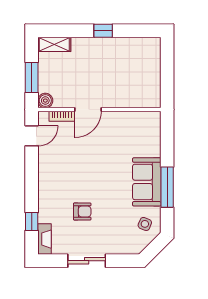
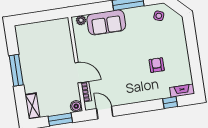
window: (103, 31) -> (16, 70), width x2.17
plant: (154, 123) -> (81, 20), added
sofa: (147, 182) -> (106, 22), moved
sliding door: (87, 261) -> (194, 56), removed

